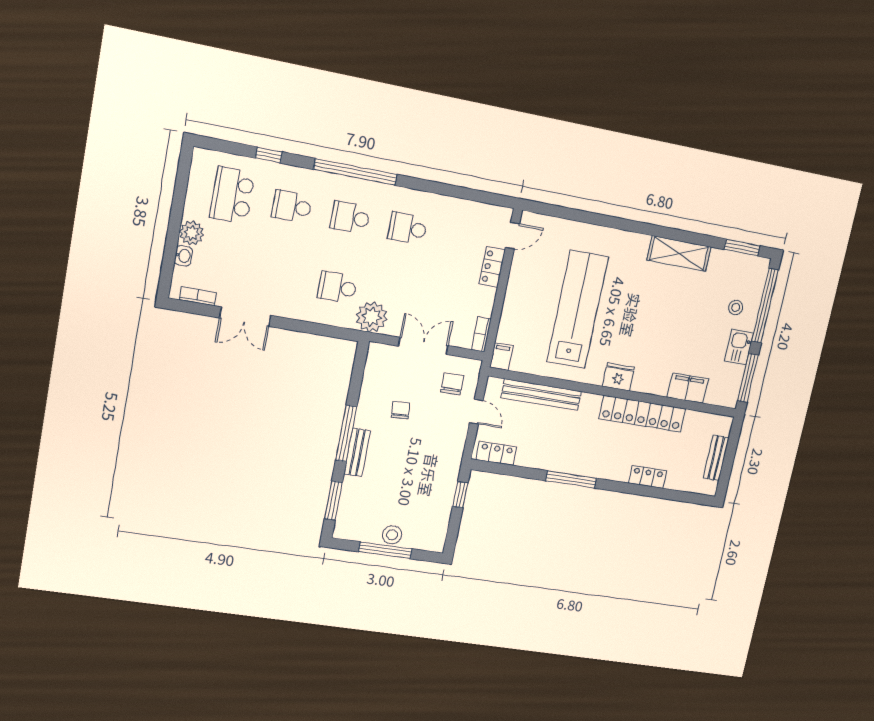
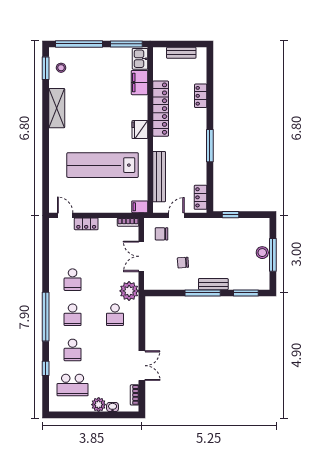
stool: (736, 308) -> (61, 68), moved
kitchen sink: (739, 347) -> (140, 59), moved, turned 90

